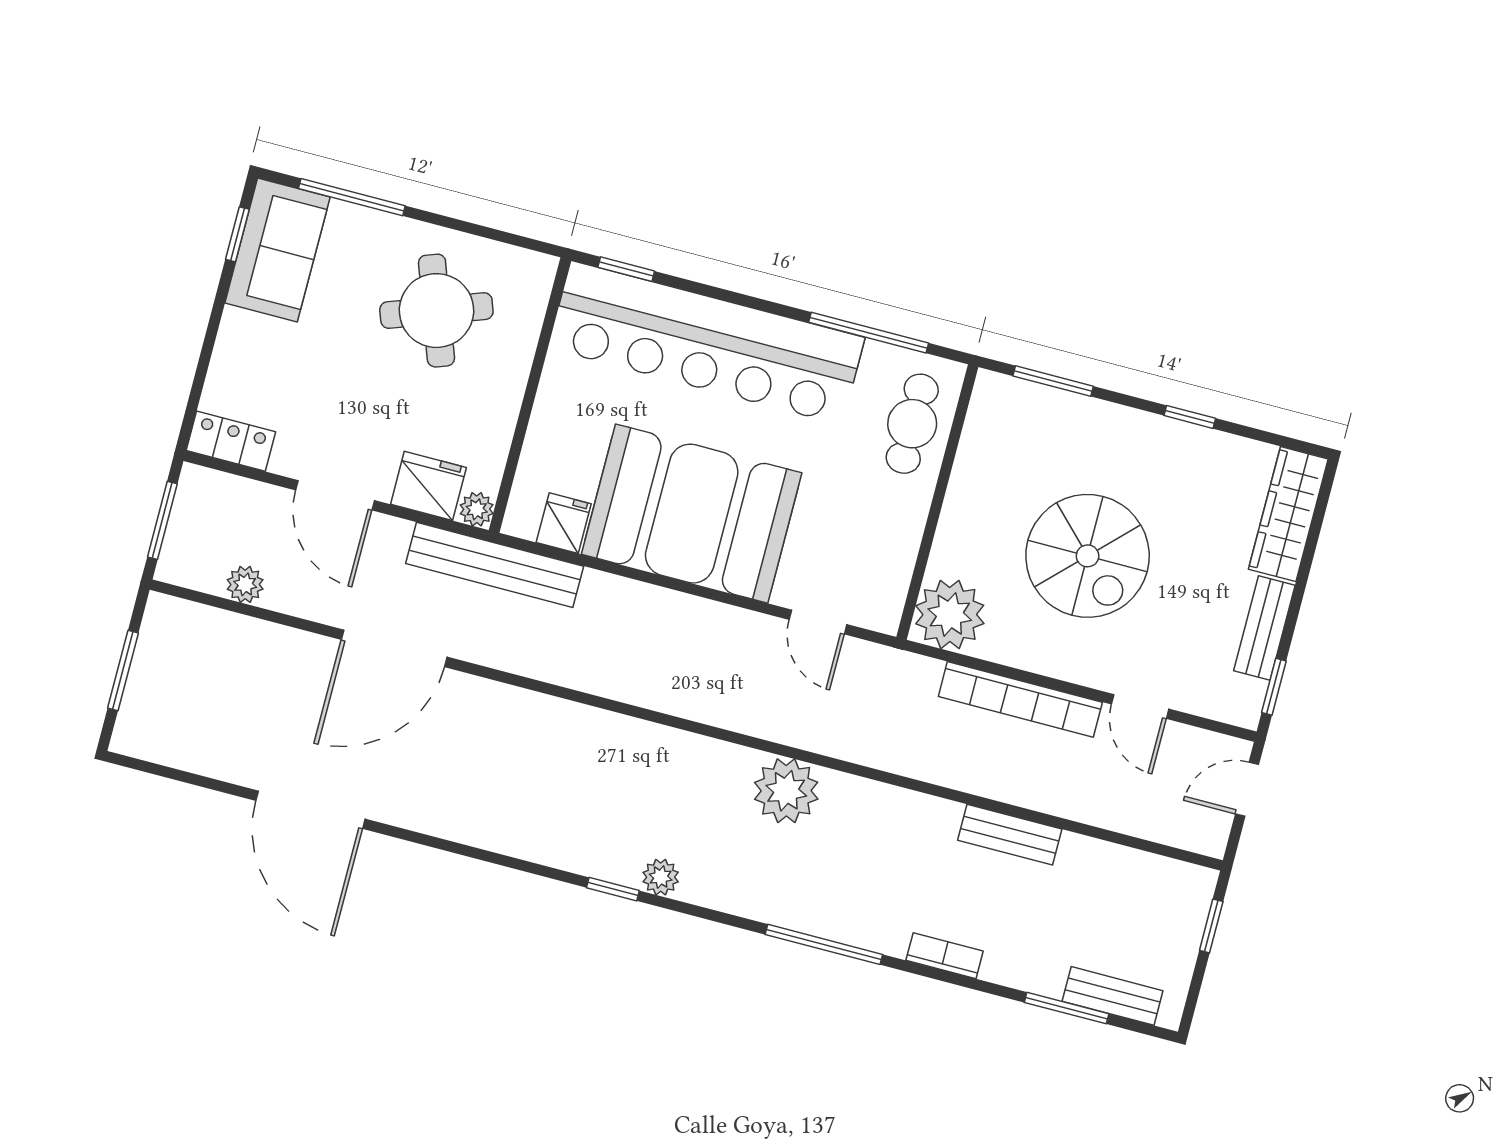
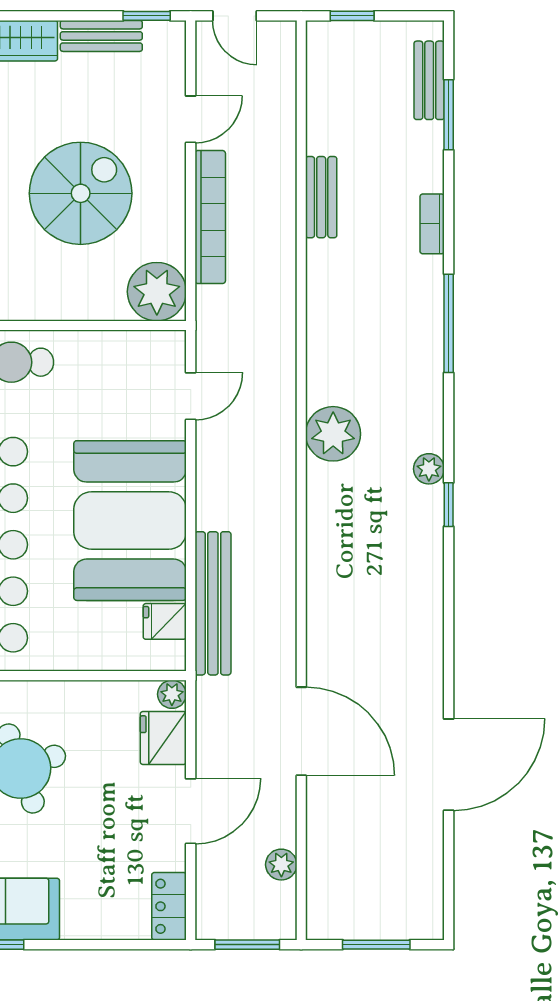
bench: (495, 565) -> (213, 603), moved
plant: (786, 791) -> (333, 434), moved

